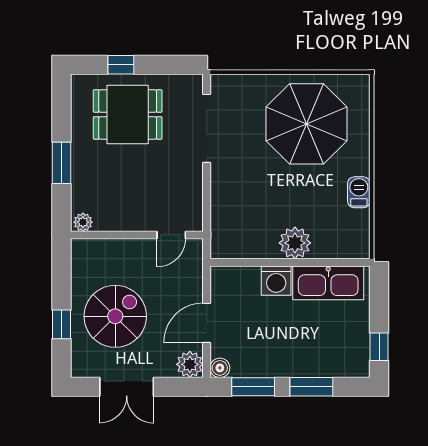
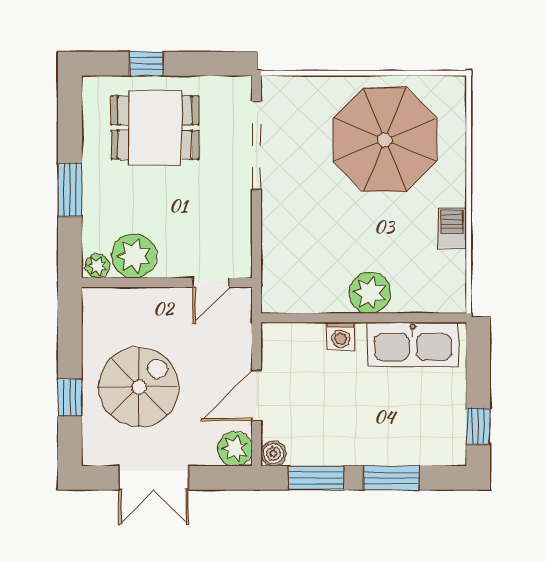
plant: (111, 214) -> (134, 256), added
washing machine: (276, 281) -> (341, 336), width x0.73, depth x0.73

